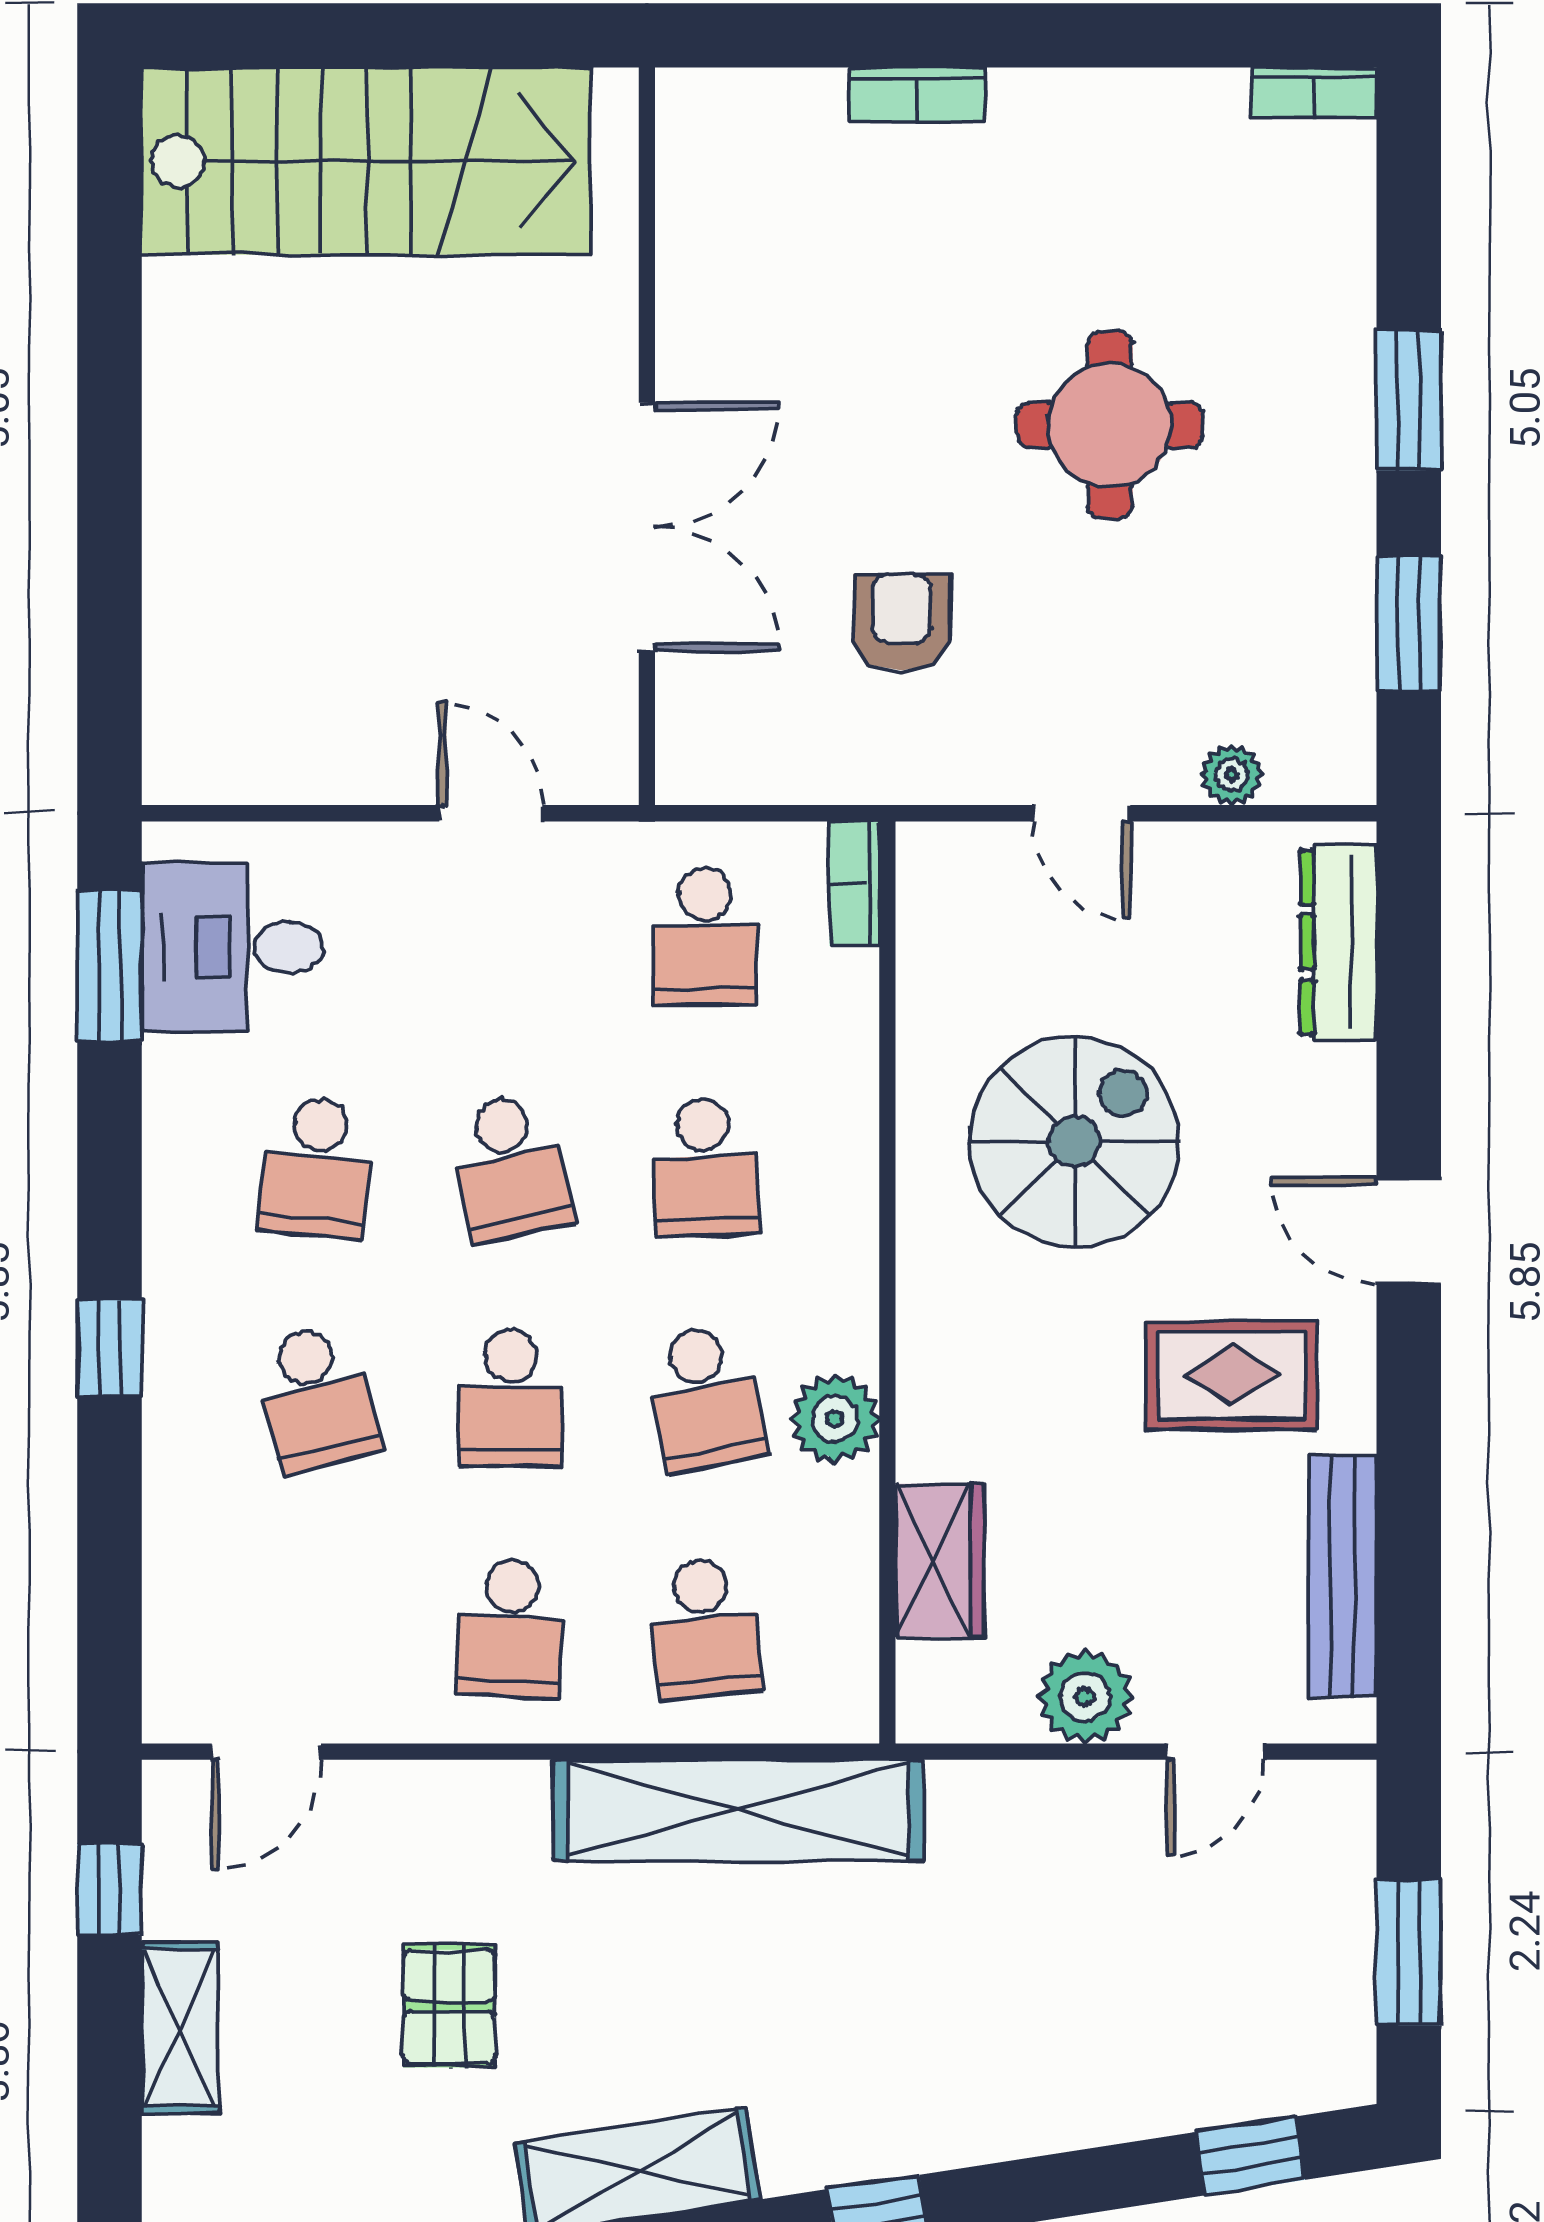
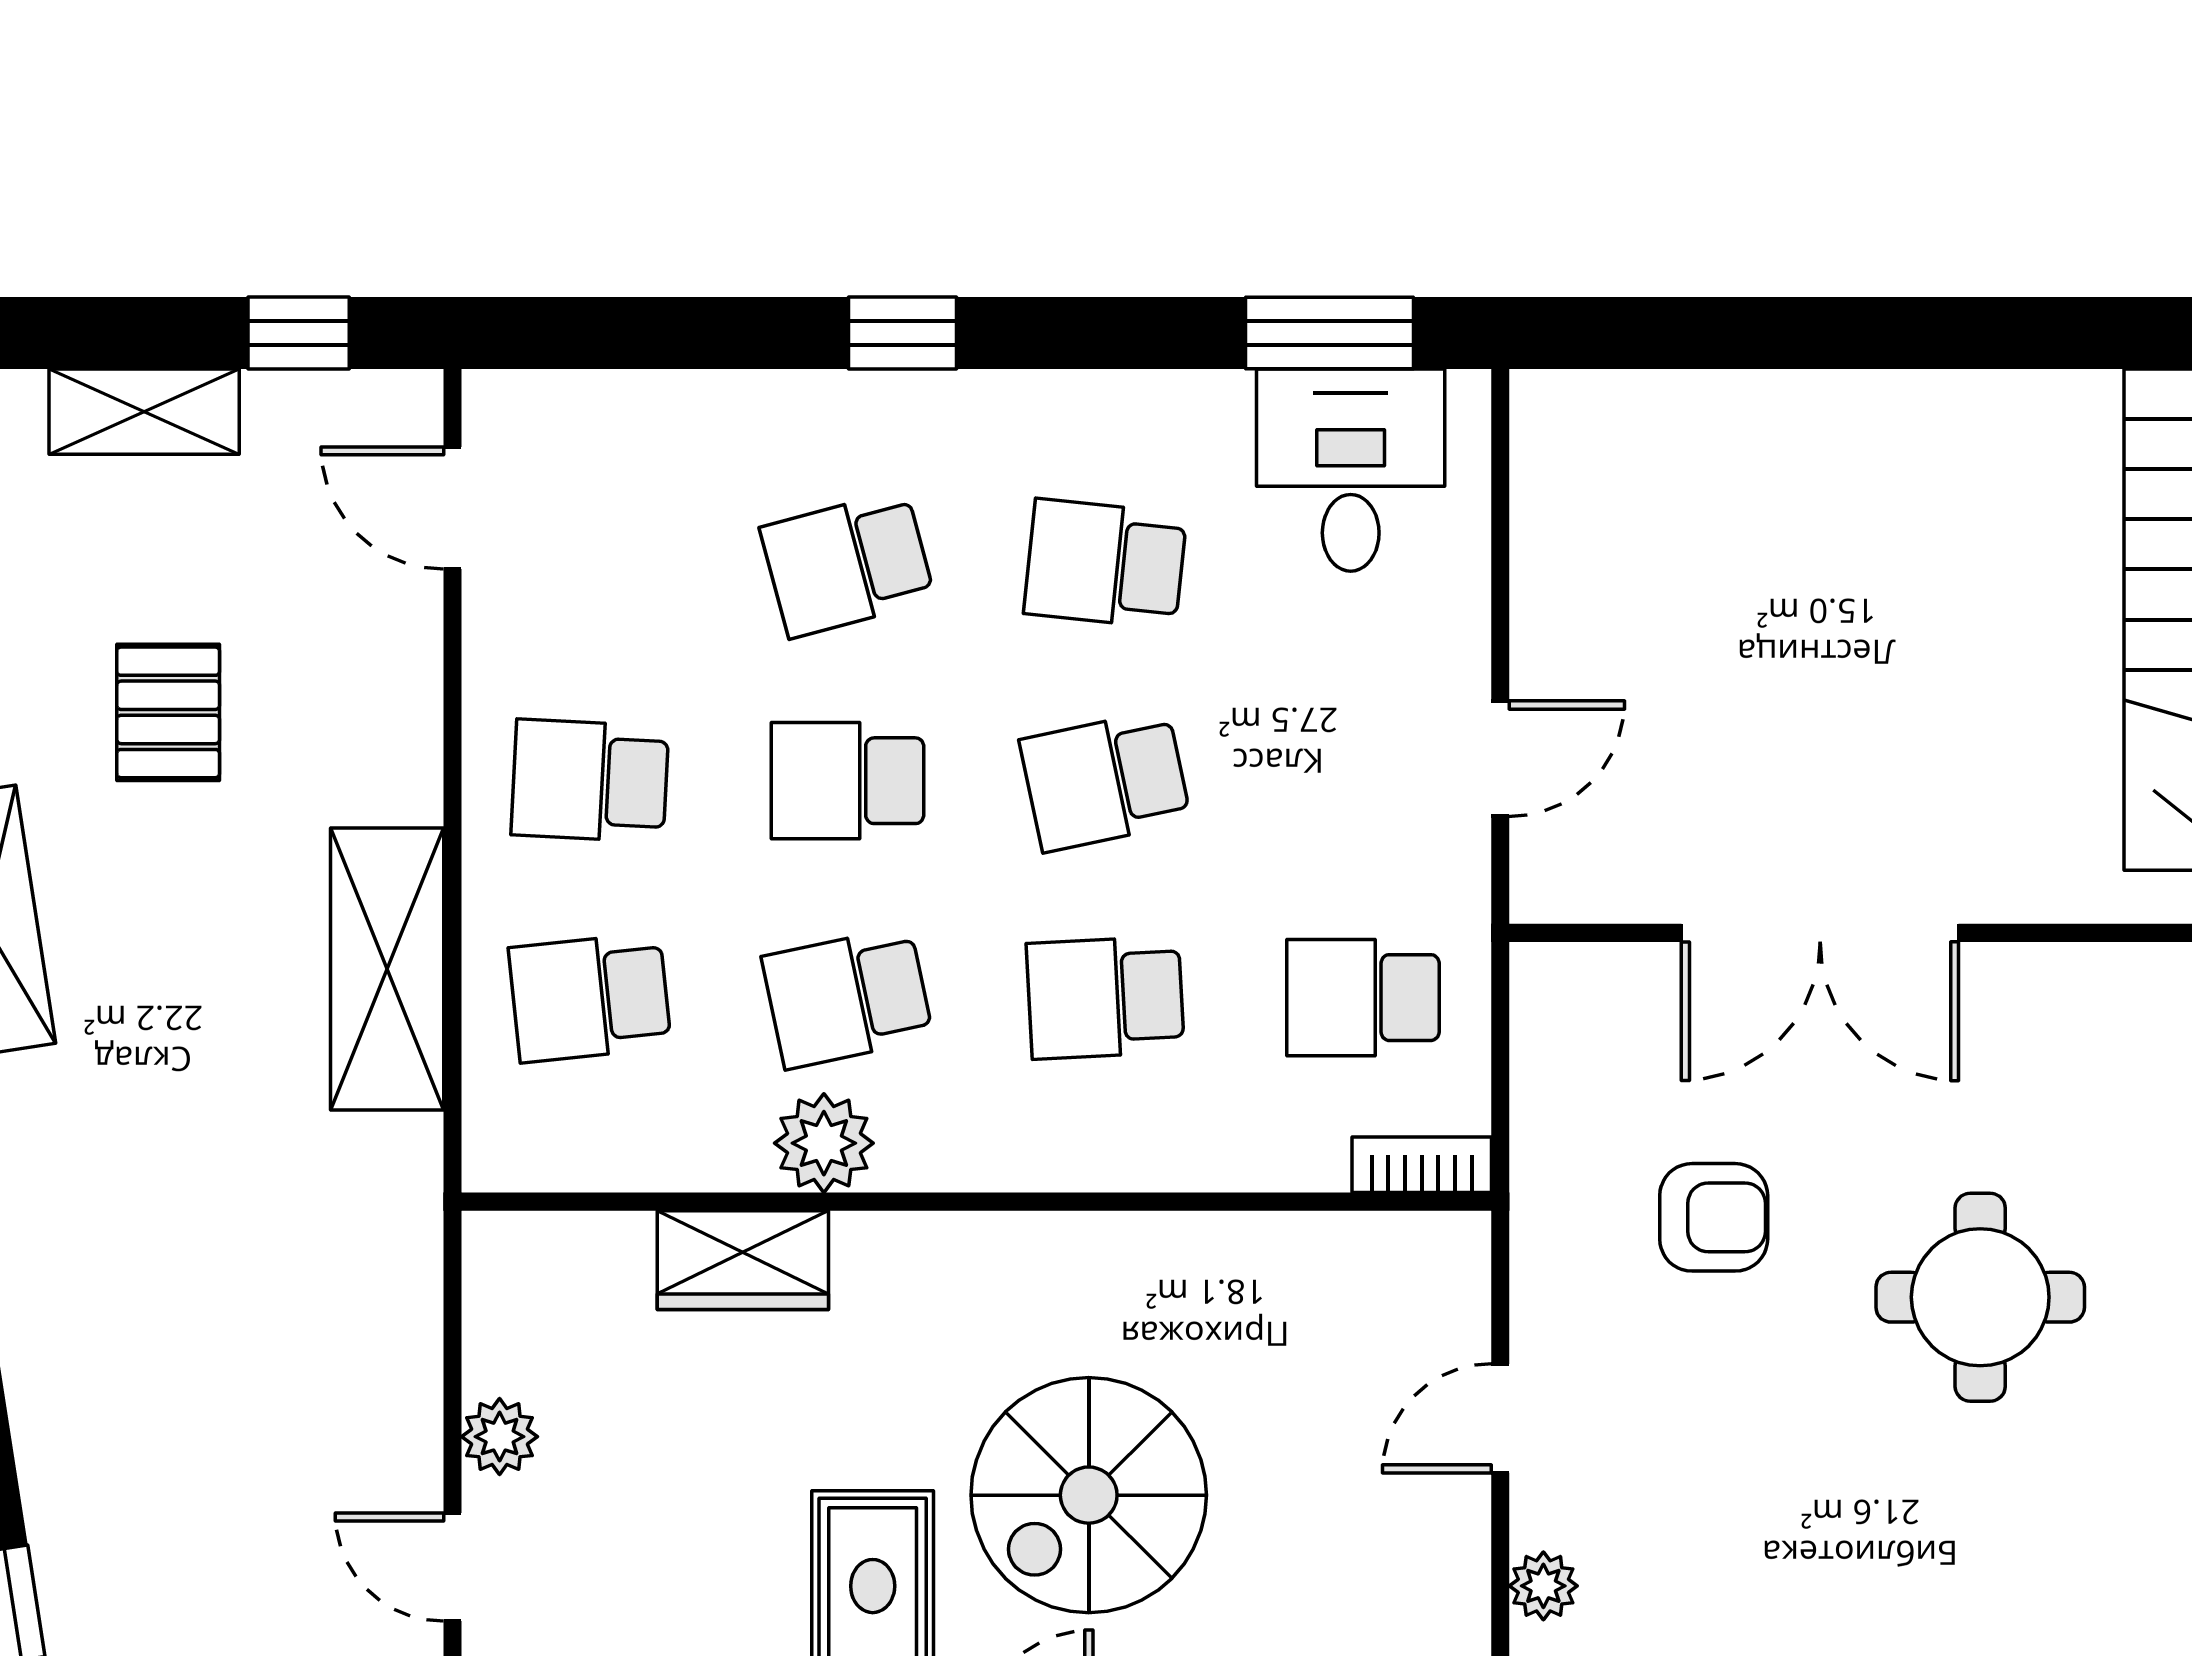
round table: (1110, 425) -> (1980, 1297), moved
spiral stairs: (1075, 1142) -> (1089, 1495), moved, turned 90
wardrobe: (940, 1560) -> (743, 1260), moved
plant: (1085, 1697) -> (500, 1437), width x0.73, depth x0.73
shelving: (738, 1810) -> (387, 969), width x0.68
pallet: (449, 2006) -> (168, 712), turned 90

